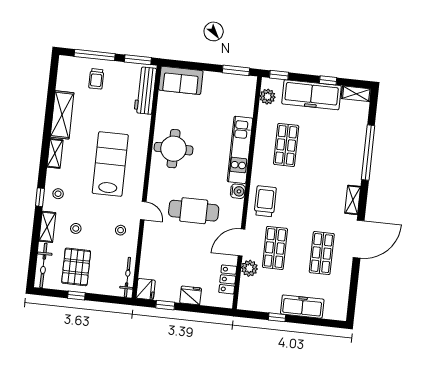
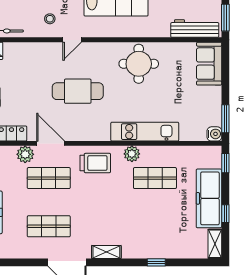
plant: (268, 97) -> (132, 154), moved
window: (368, 153) -> (156, 262), width x0.32
water cooler: (238, 191) -> (214, 134), moved, turned -90
cafe table: (194, 211) -> (78, 91), turned 90

